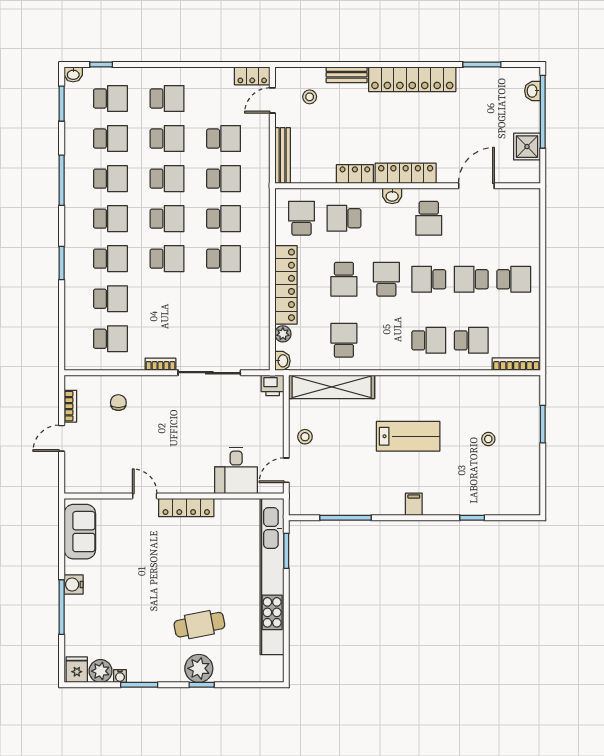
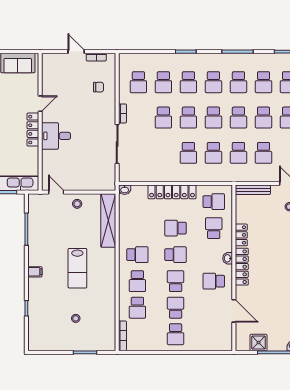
school desk: (167, 299) -> (163, 118), added
plant: (283, 334) -> (141, 190), removed
school desk: (344, 340) -> (137, 255), moved
printer: (273, 385) -> (109, 184), removed
desk: (236, 471) -> (56, 136), moved

